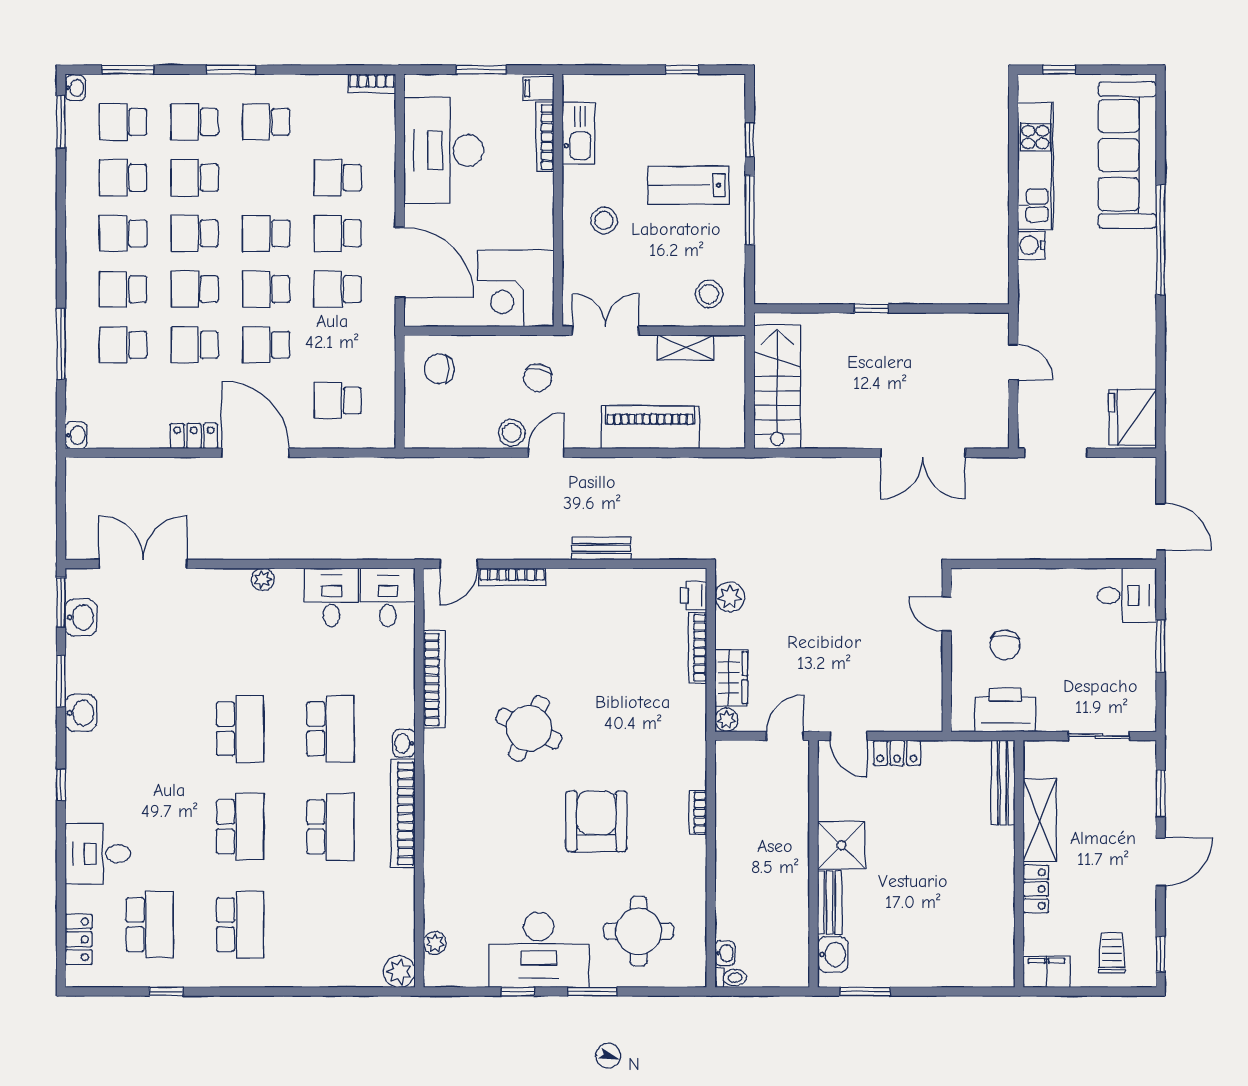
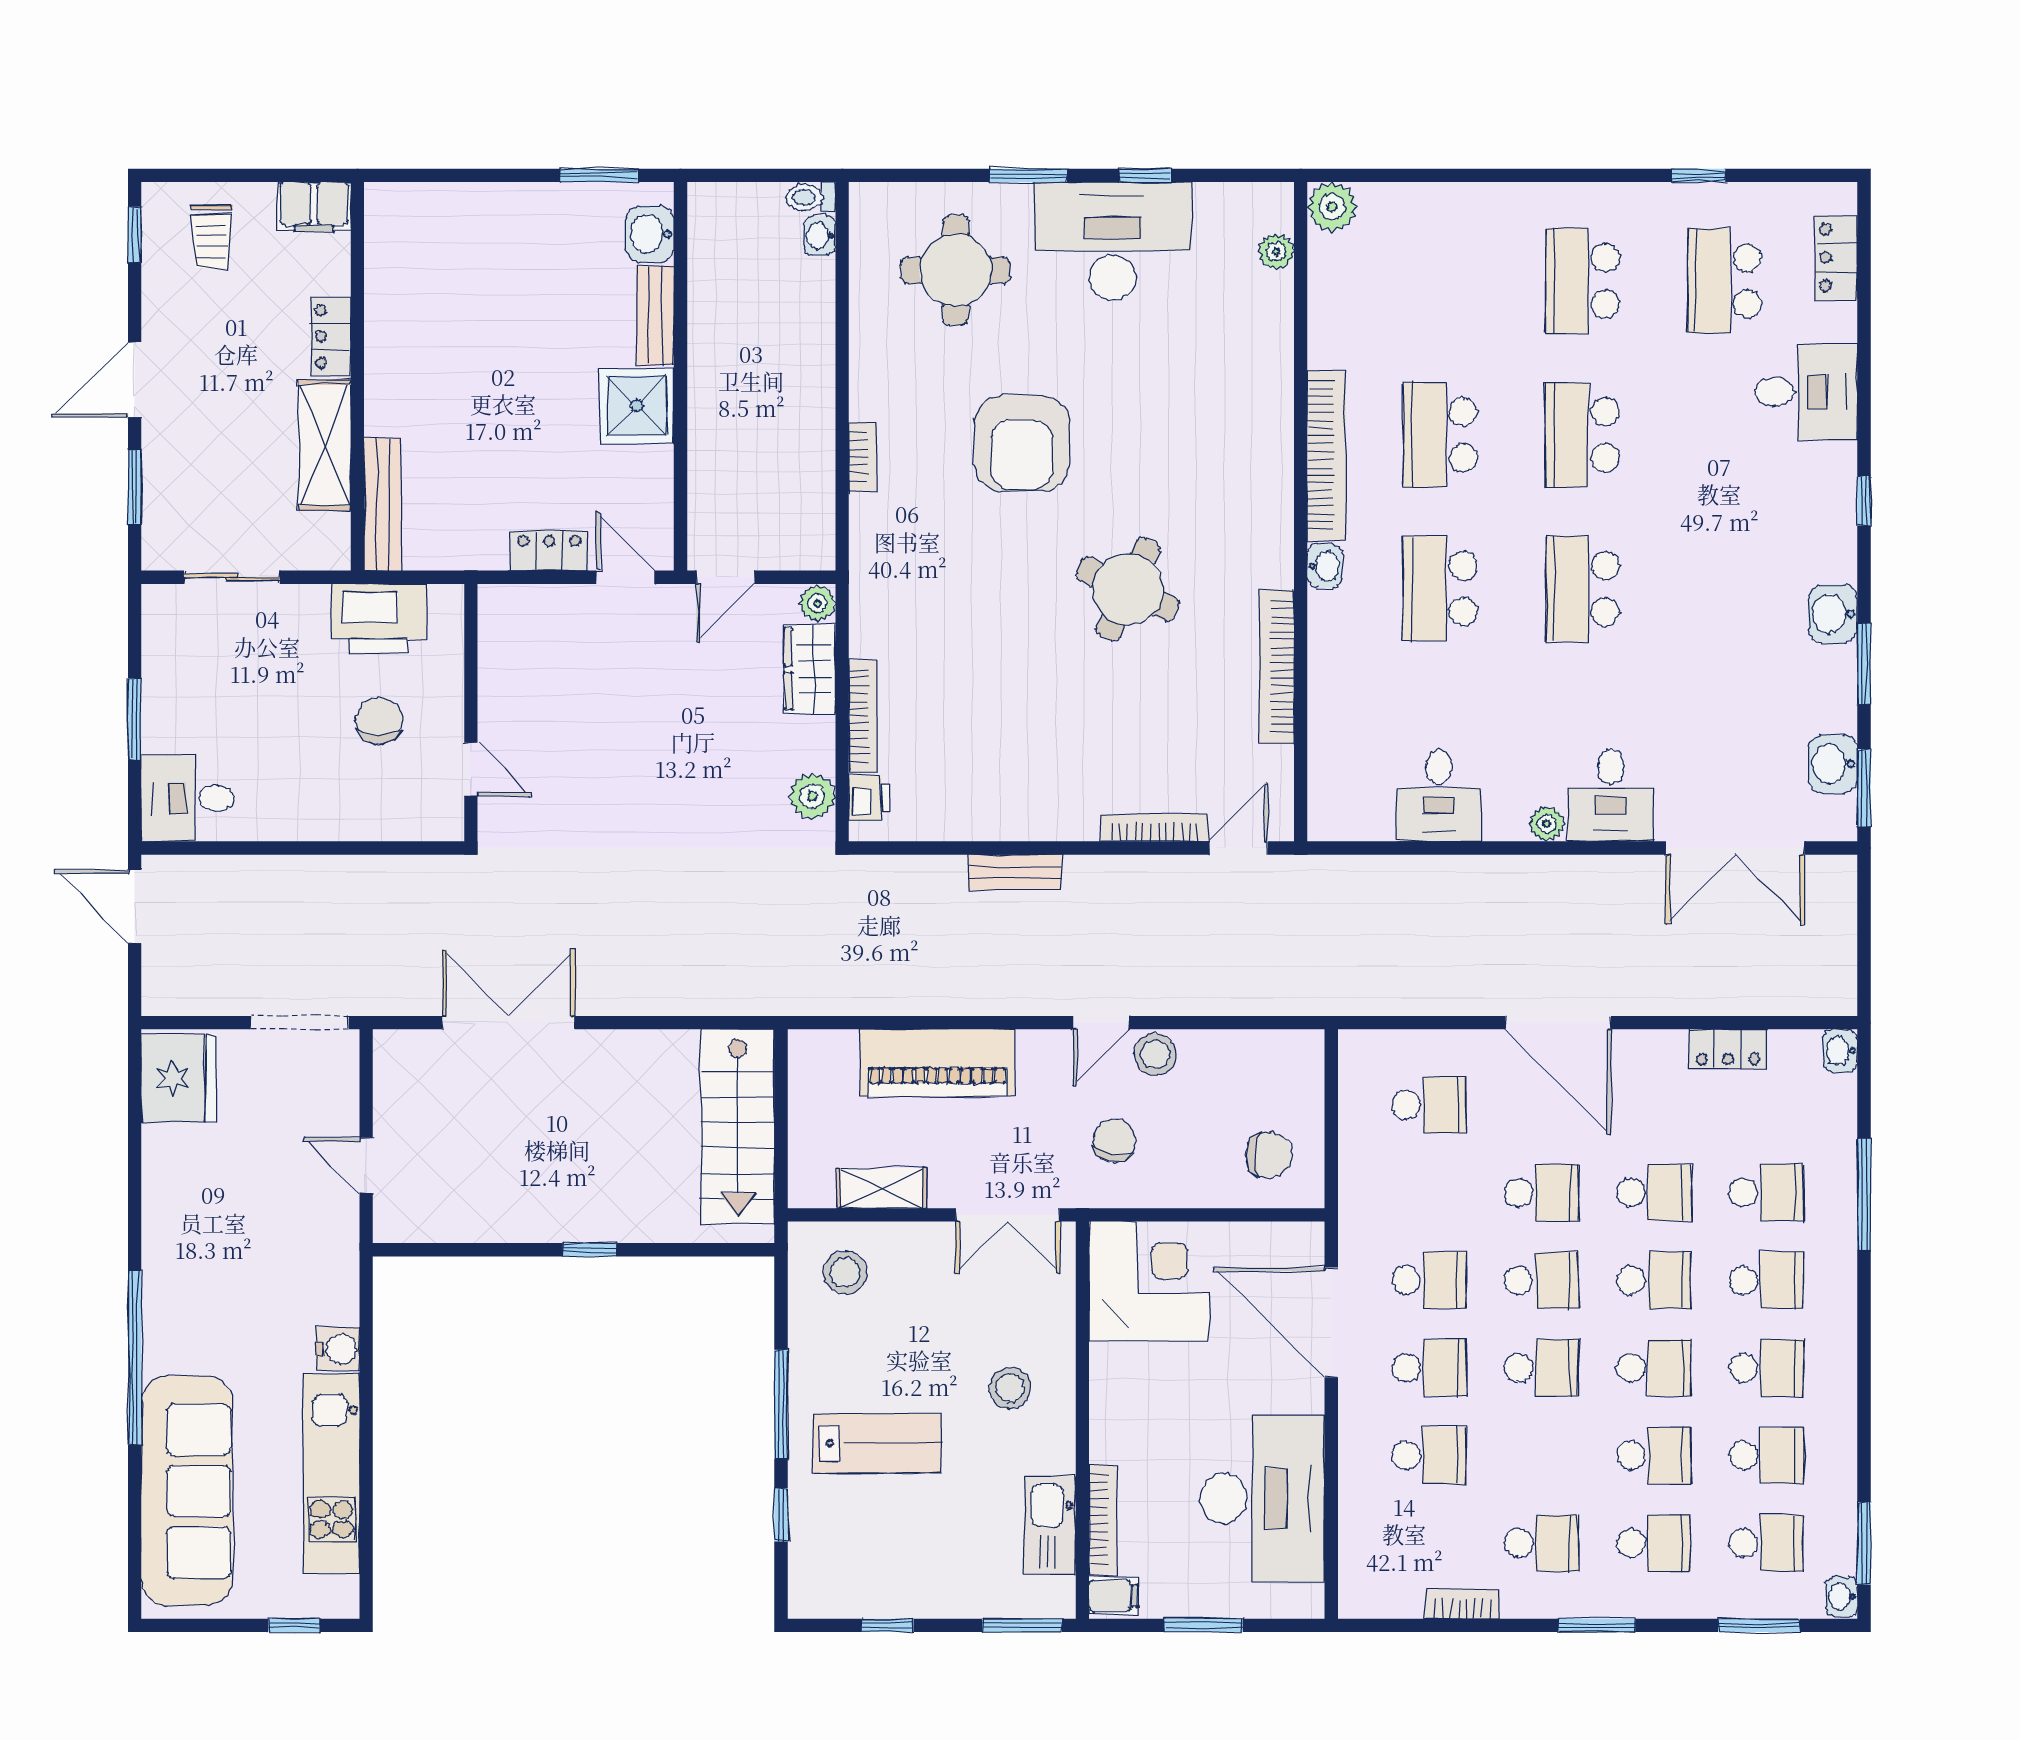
window: (596, 70) -> (1022, 1625), added
bookcase: (372, 83) -> (1462, 1604), moved
locker: (194, 436) -> (1728, 1049), moved
desk: (388, 597) -> (1611, 795), moved

